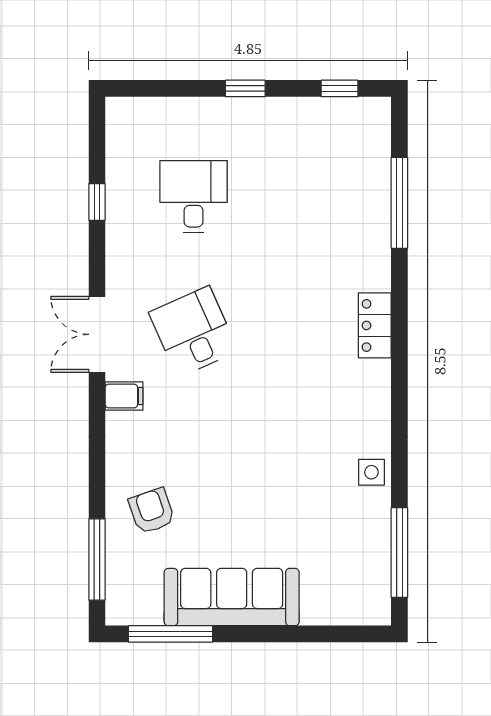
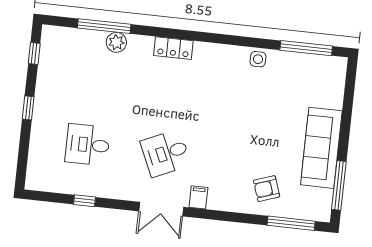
plant: (374, 227) -> (116, 42), added

